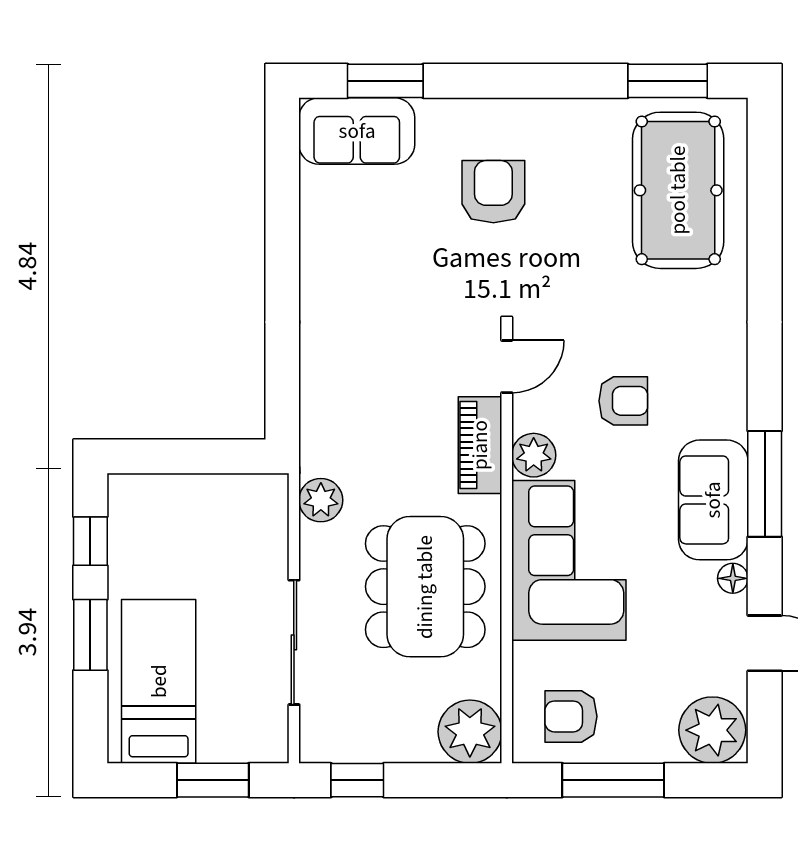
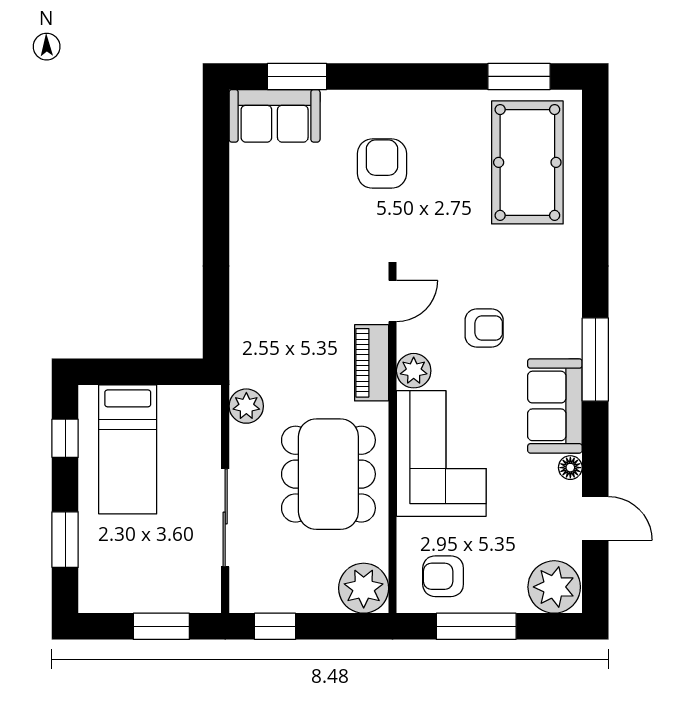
window: (765, 484) -> (595, 360), moved
window: (90, 635) -> (65, 540), moved
bed: (159, 681) -> (128, 449), moved, turned 180

